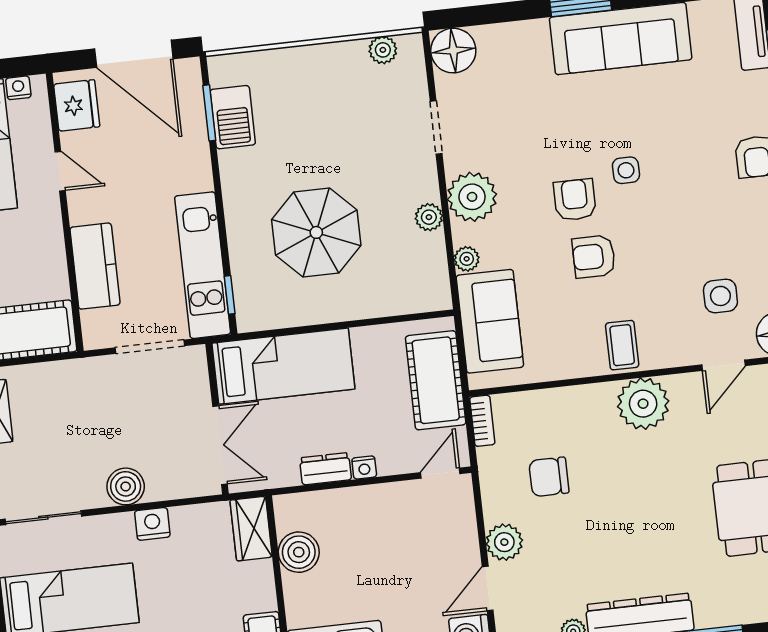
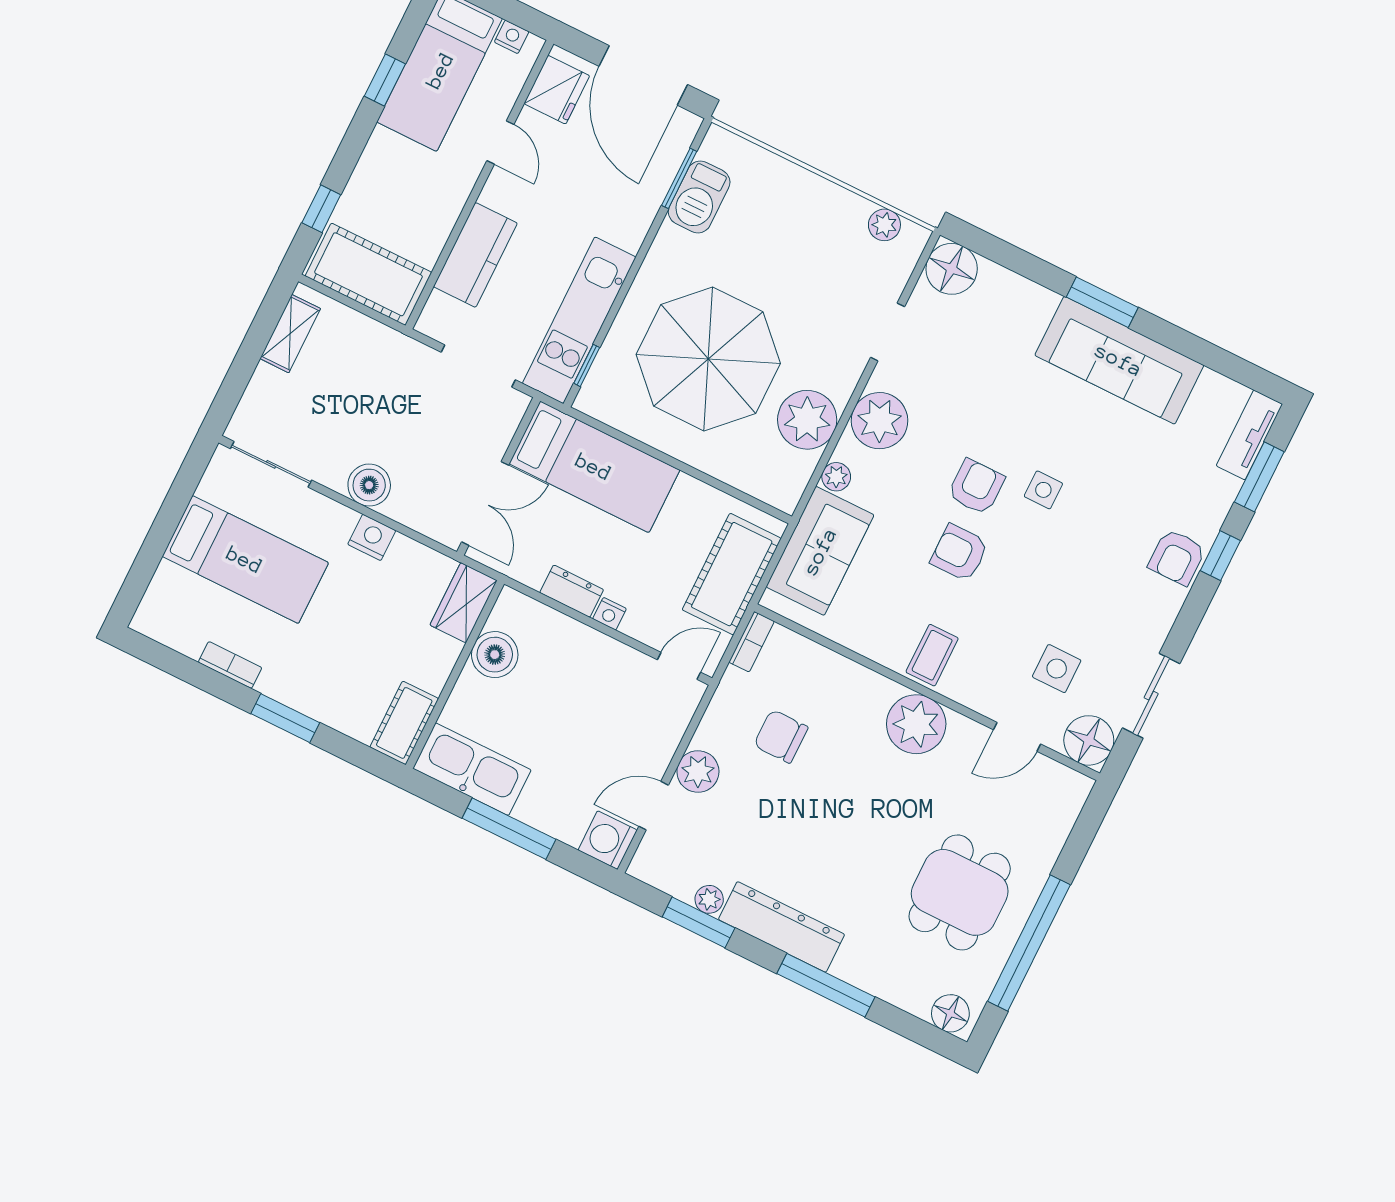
plant: (429, 217) -> (807, 420), width x1.87, depth x1.87
parasol: (316, 232) -> (708, 359), width x1.36, depth x1.36

